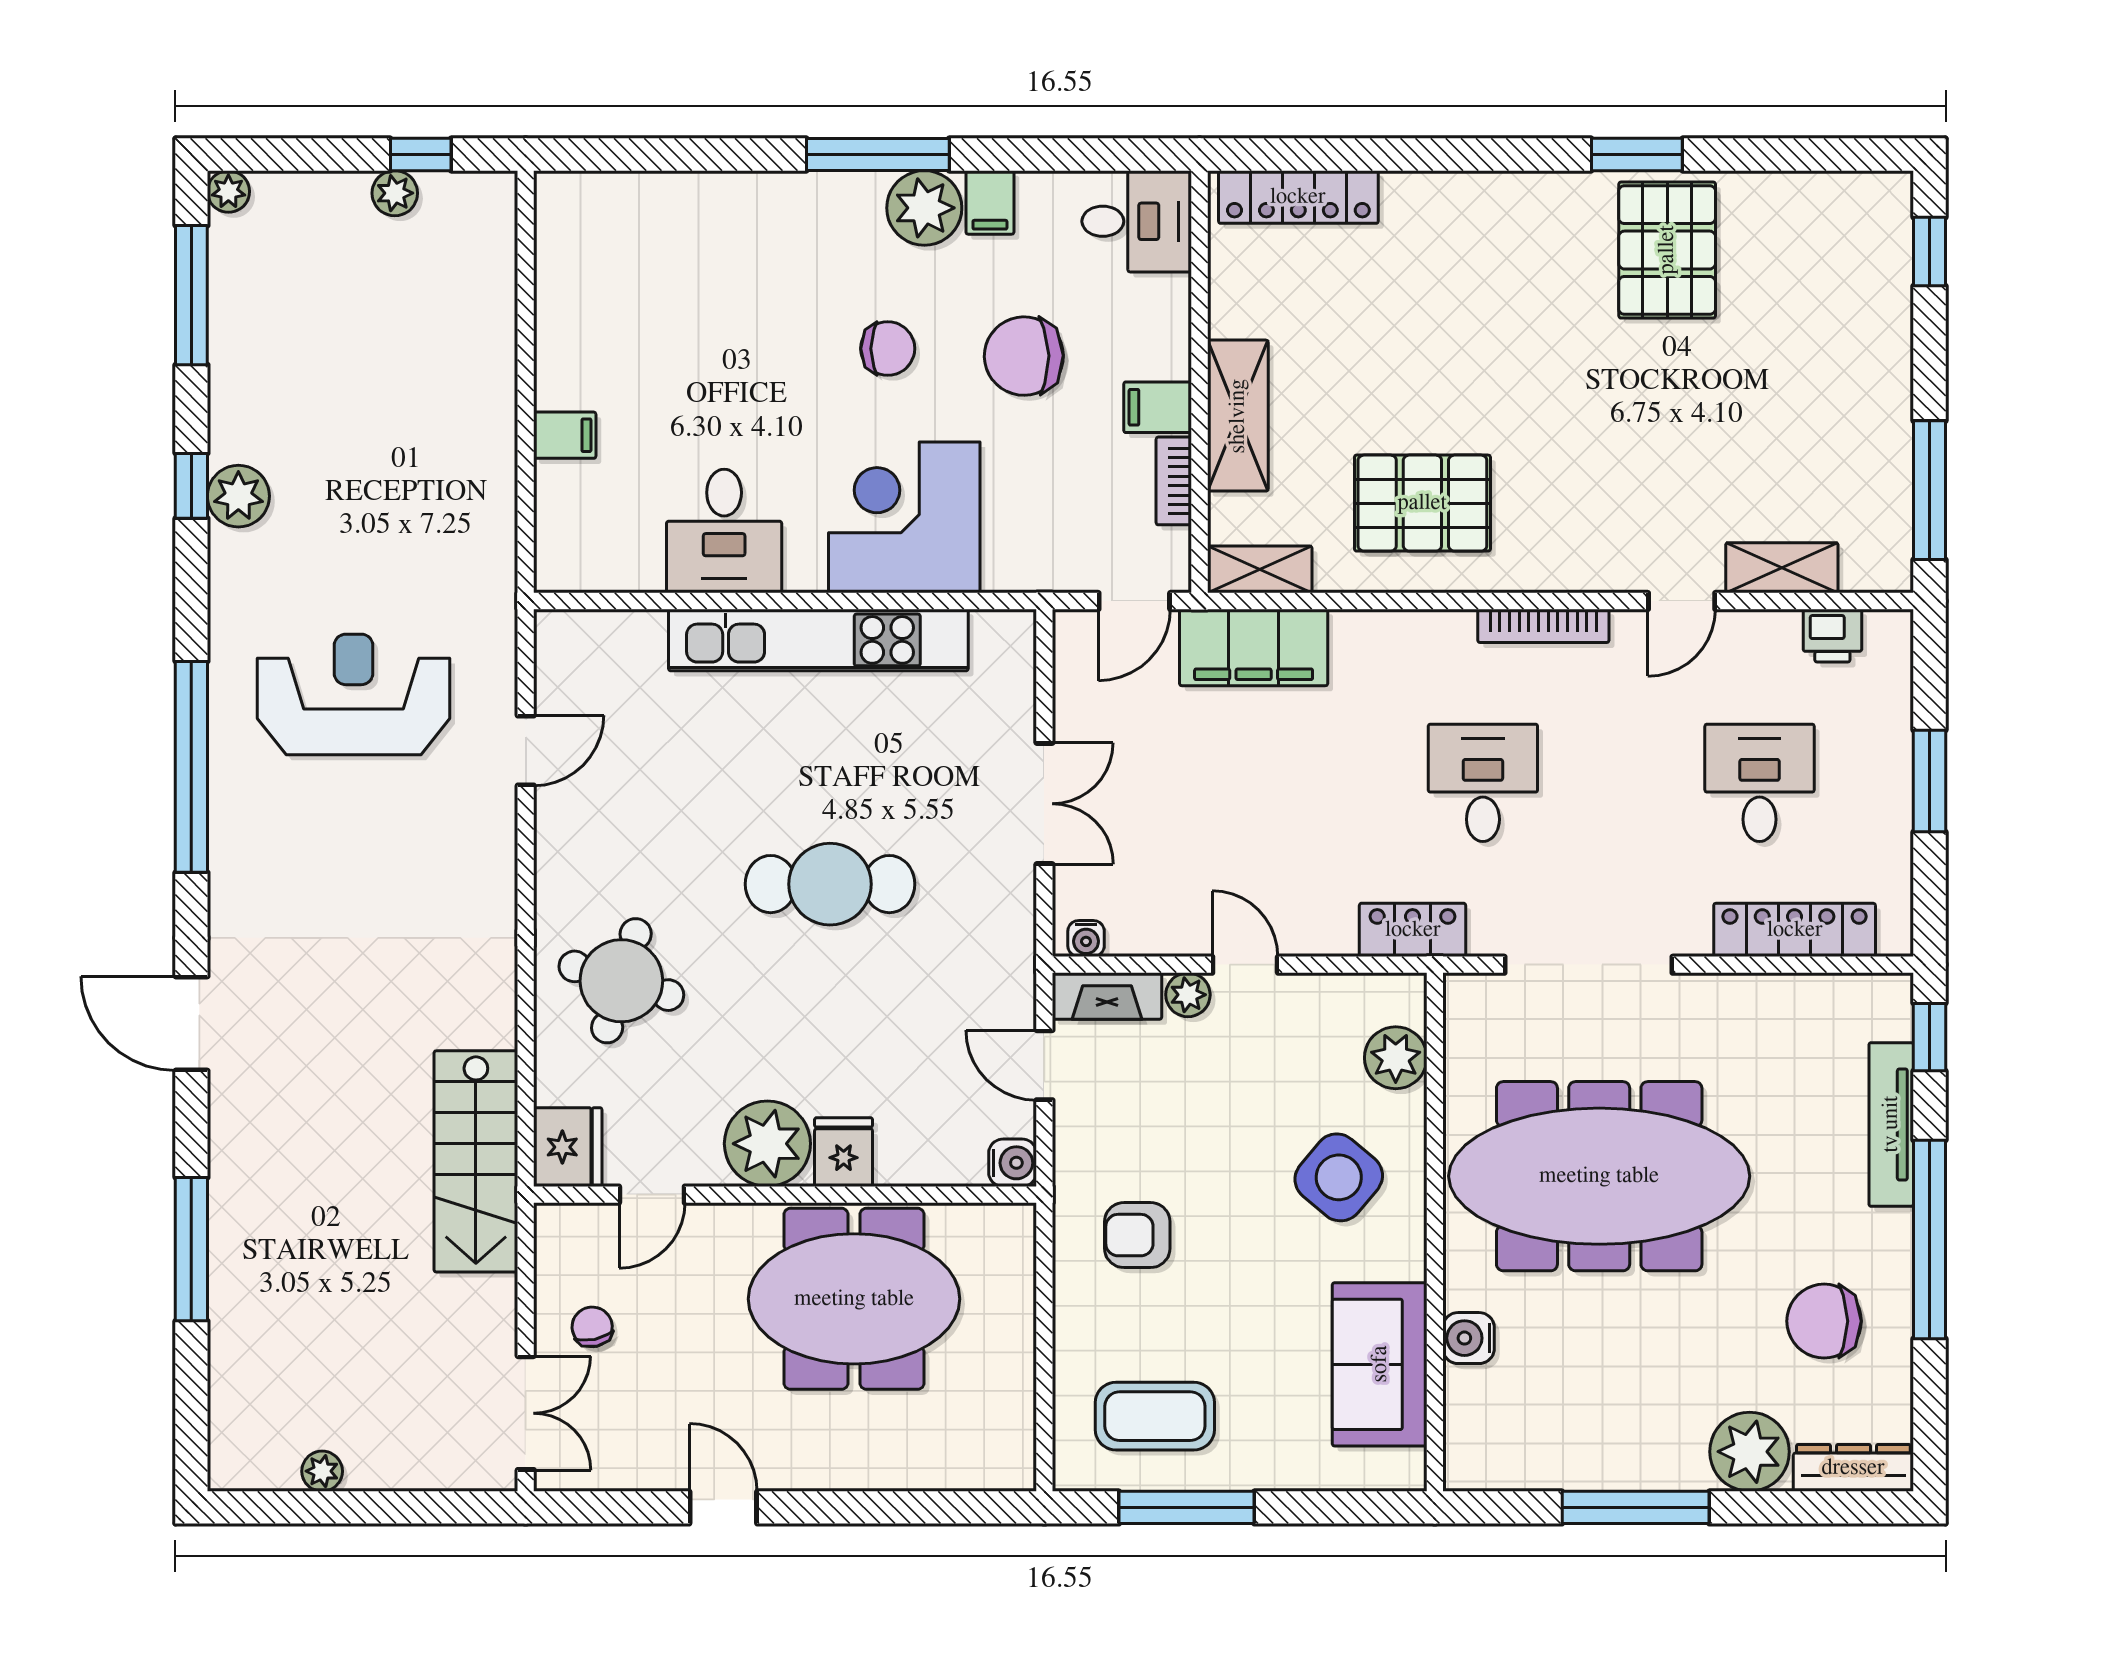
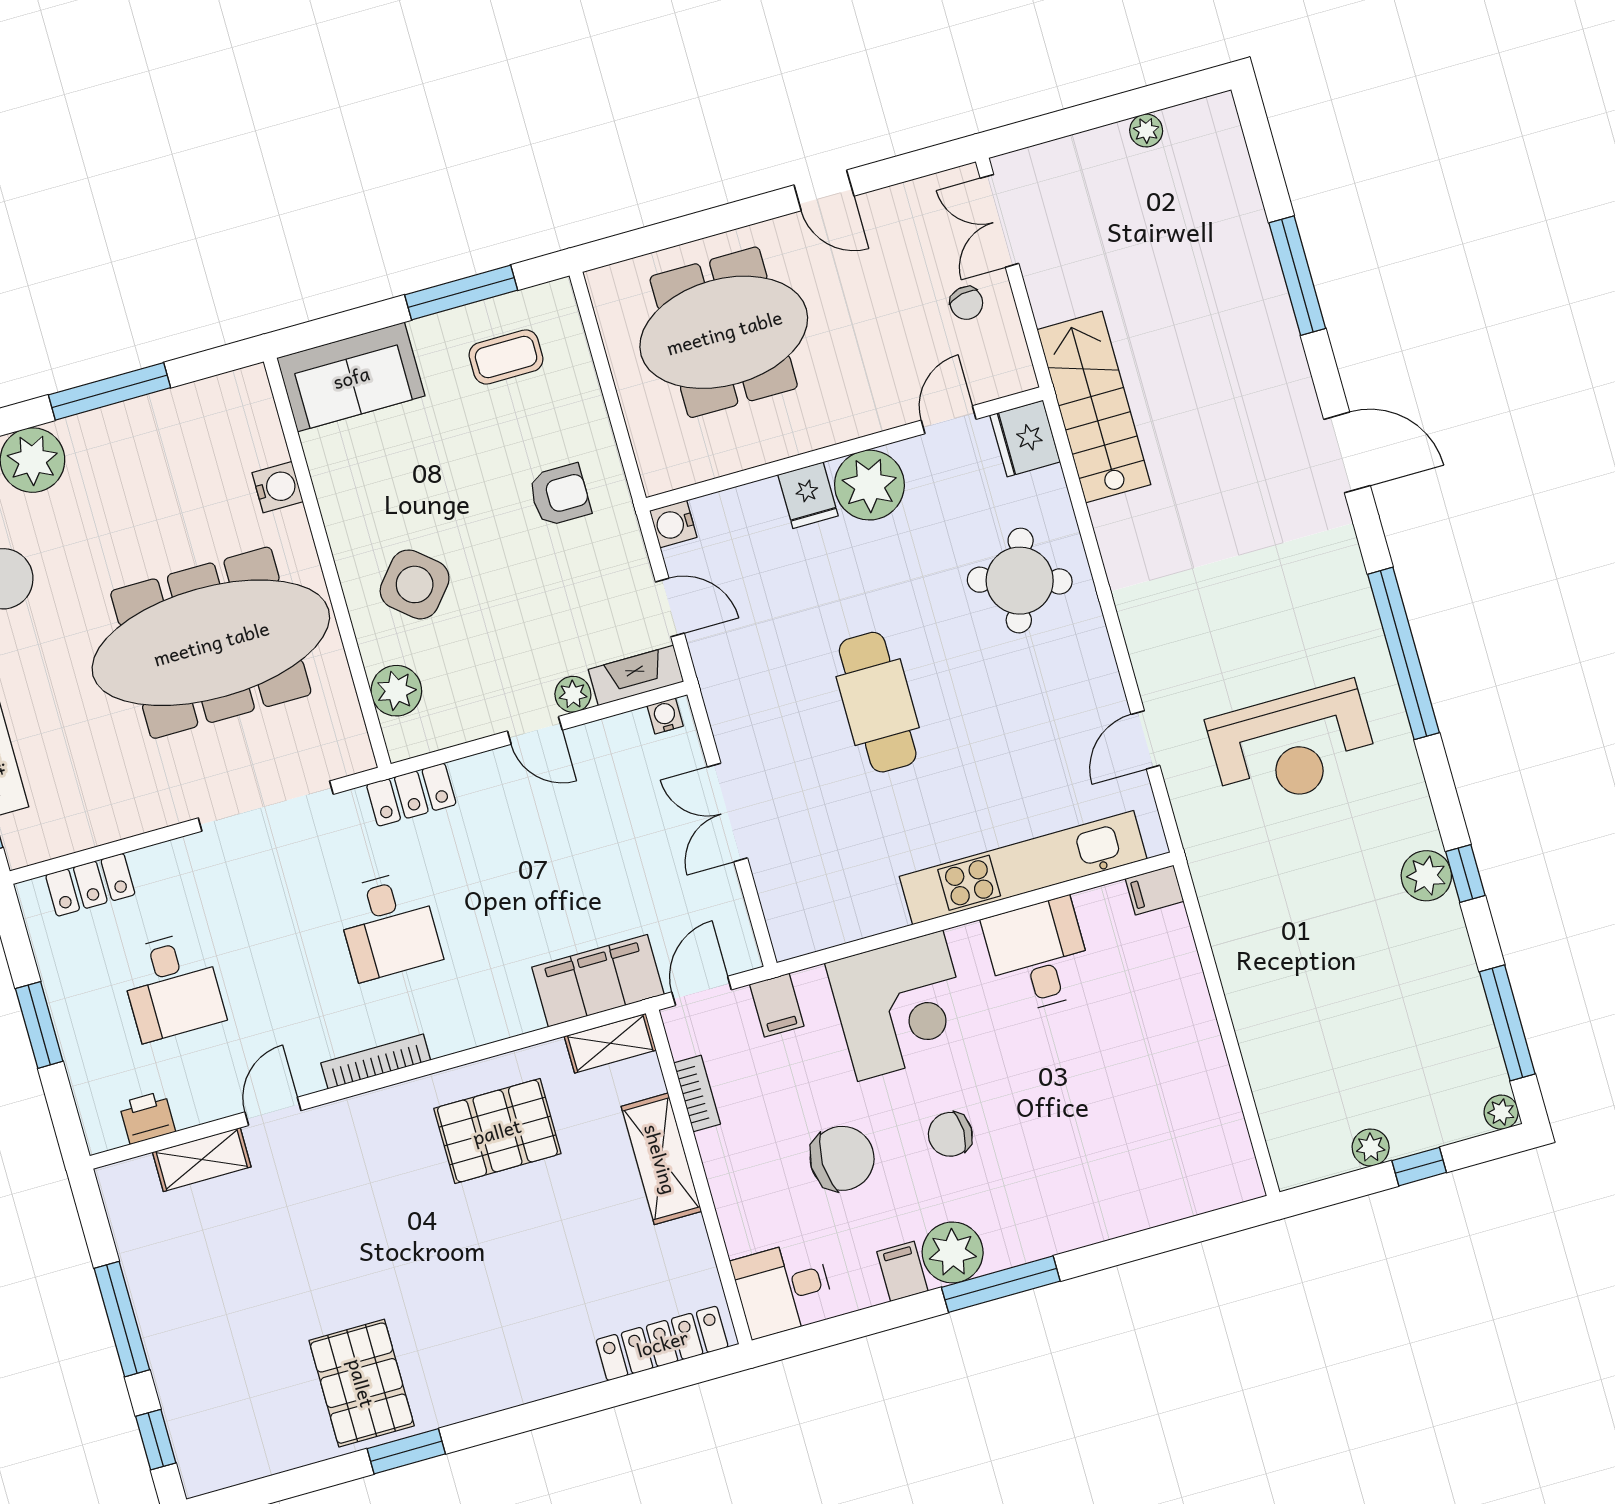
window: (421, 154) -> (1419, 1167), moved
filing cabinet: (1158, 407) -> (777, 1005), moved, turned 90
filing cabinet: (565, 435) -> (1155, 890), moved
window: (1929, 490) -> (122, 1319), moved
kitchen unit: (818, 640) -> (1023, 868), moved
cafe table: (830, 884) -> (878, 702), turned 90
locker: (1795, 930) -> (90, 885), width x0.66
meeting table: (854, 1299) -> (724, 332), moved
sofa: (1380, 1364) -> (351, 377), moved, turned 90
coffee table: (1155, 1416) -> (506, 357), width x0.73, depth x0.77

